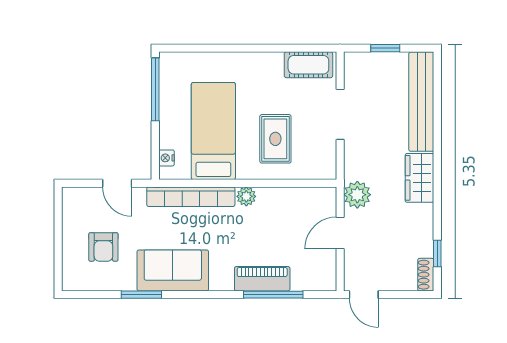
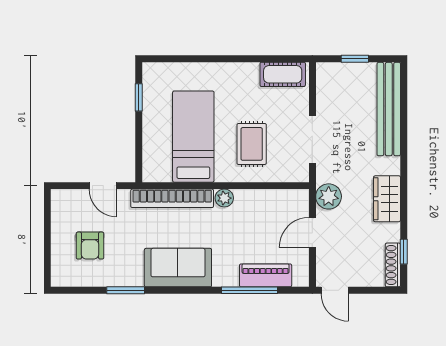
window: (155, 89) -> (139, 97), width x0.46
doorway: (340, 114) -> (312, 140), moved
nightstand: (167, 158) -> (149, 162), removed
wardrobe: (419, 178) -> (387, 199), moved
sofa: (173, 270) -> (178, 268), moved
shoe rack: (426, 275) -> (393, 265), width x1.43
piano: (262, 279) -> (266, 275), moved

